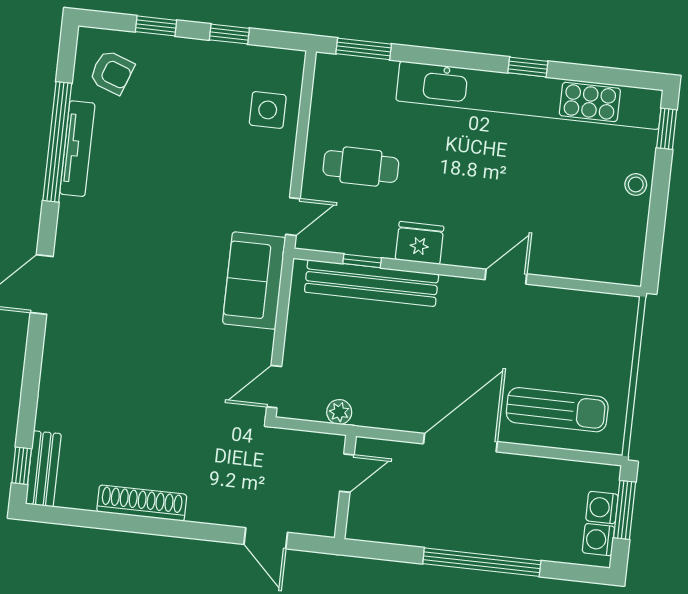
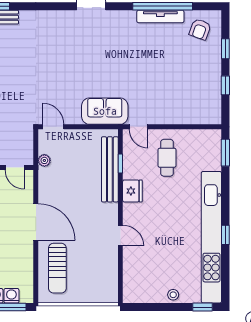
side table: (268, 110) -> (190, 109), removed

